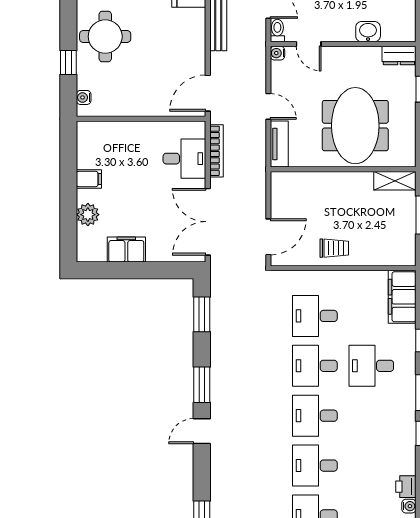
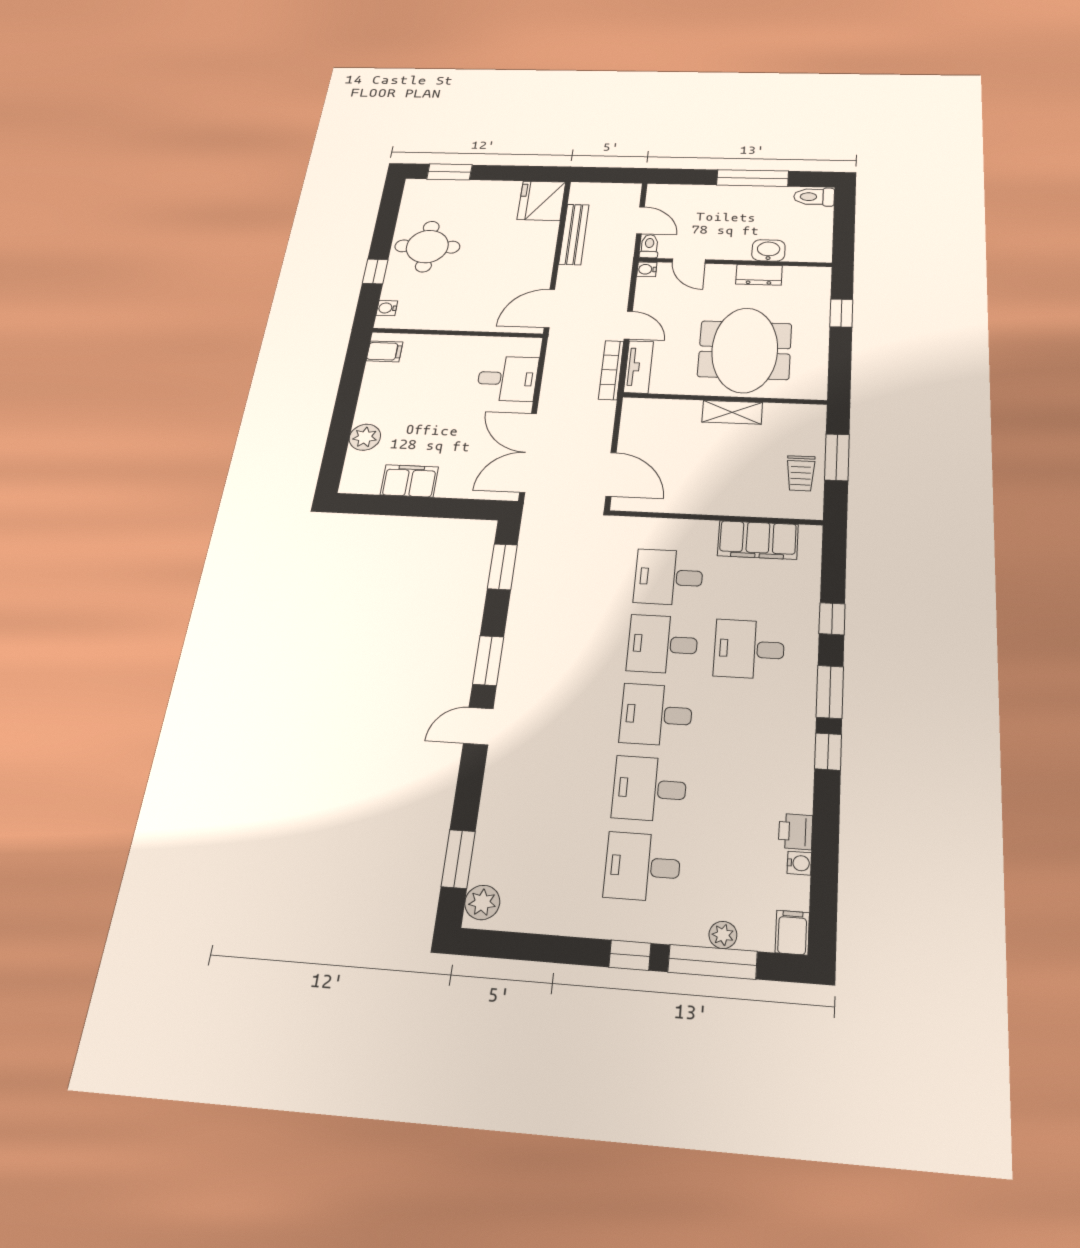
dresser: (399, 56) -> (759, 275), moved
bookcase: (217, 151) -> (611, 370), moved, turned 180
filing cabinet: (89, 179) -> (384, 351), moved
shelving: (395, 181) -> (732, 412), moved
door: (268, 237) -> (611, 474), hinge flipped
trolley: (334, 248) -> (801, 473), moved, turned 90
filing cabinet: (402, 297) -> (758, 540), moved, turned -90

